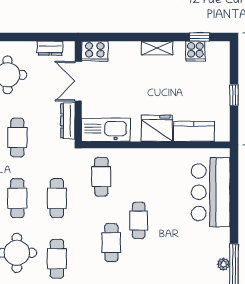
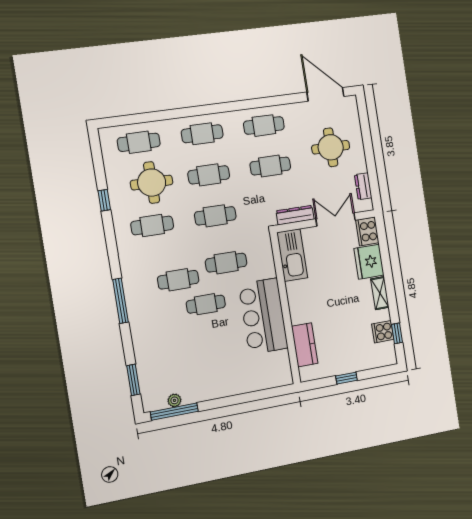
fridge: (157, 128) -> (369, 262), moved, turned 180
cafe table: (101, 177) -> (226, 263), moved
bar counter: (211, 192) -> (263, 316), moved, turned -90

